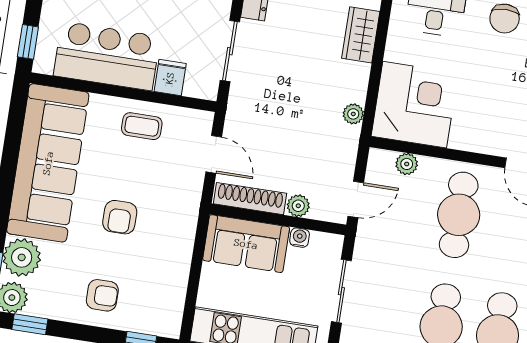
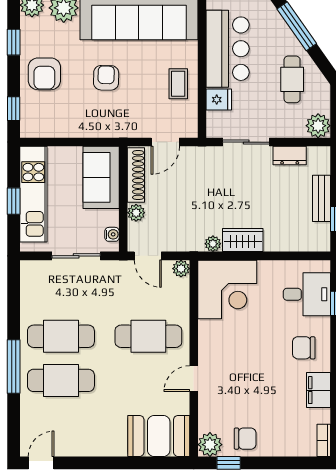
wardrobe: (361, 35) -> (243, 240), moved
plant: (407, 164) -> (181, 269), moved
armchair: (120, 217) -> (106, 78), turned 91
water cooler: (300, 238) -> (112, 234), moved
armchair: (102, 295) -> (44, 74), width x1.38, depth x1.38
window: (30, 324) -> (14, 42), moved

